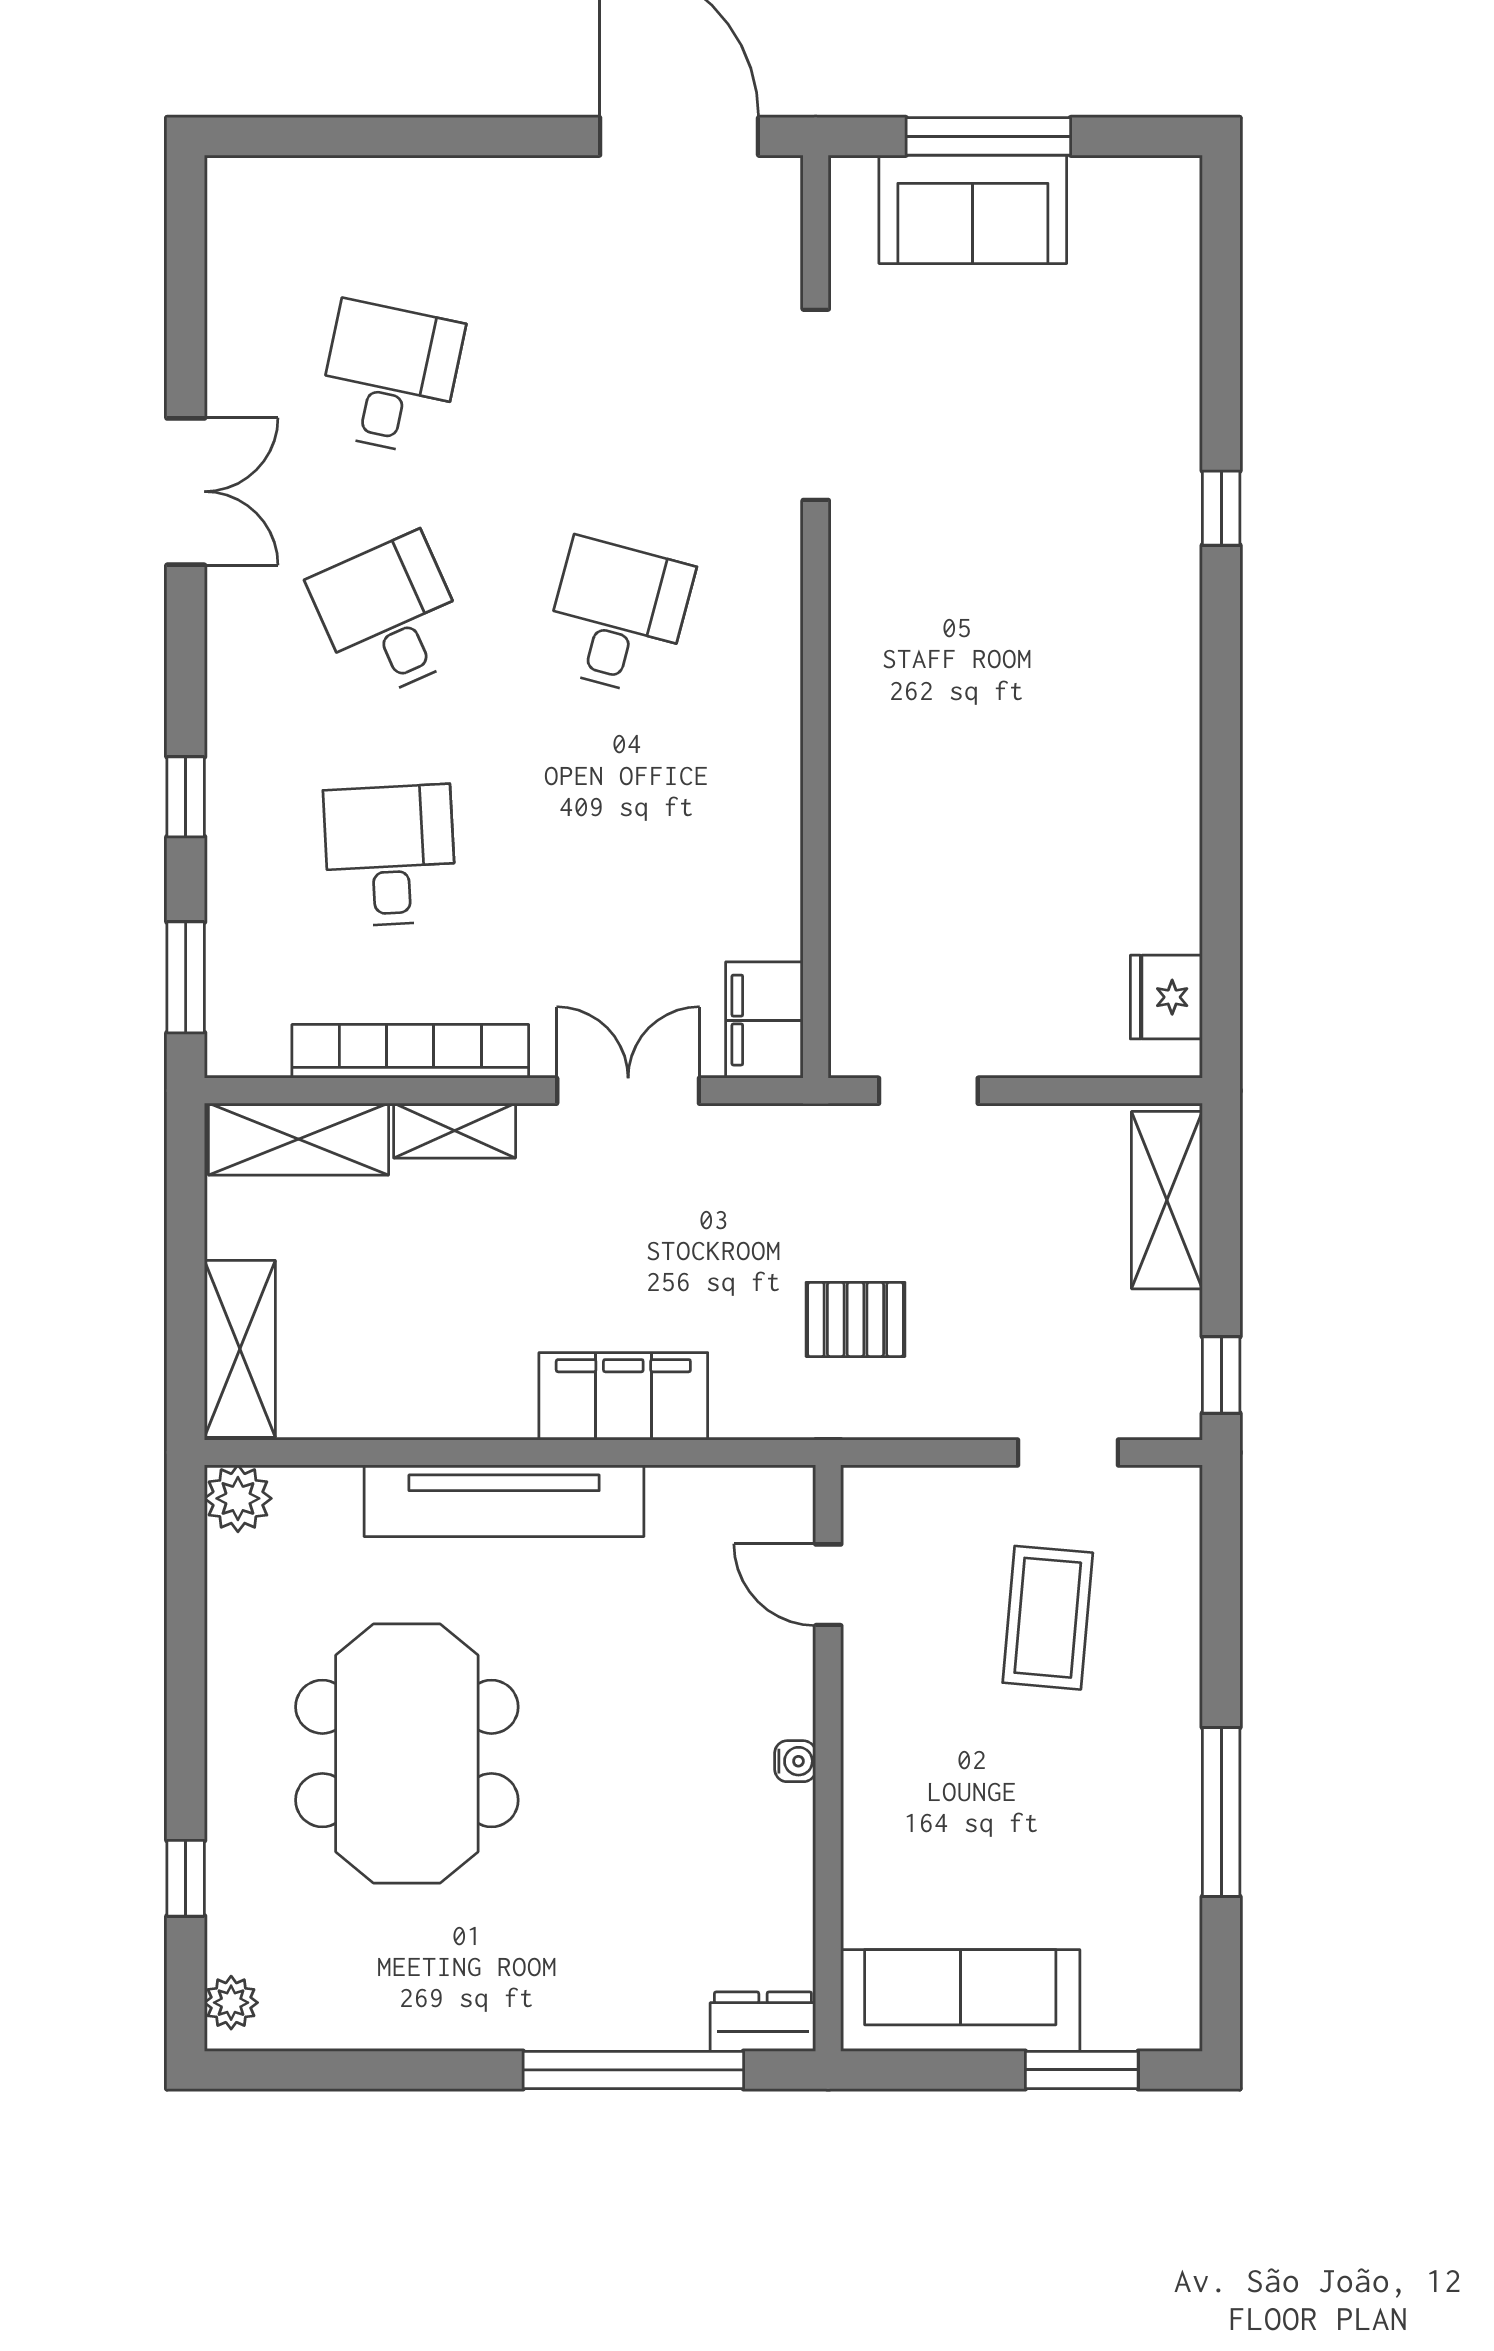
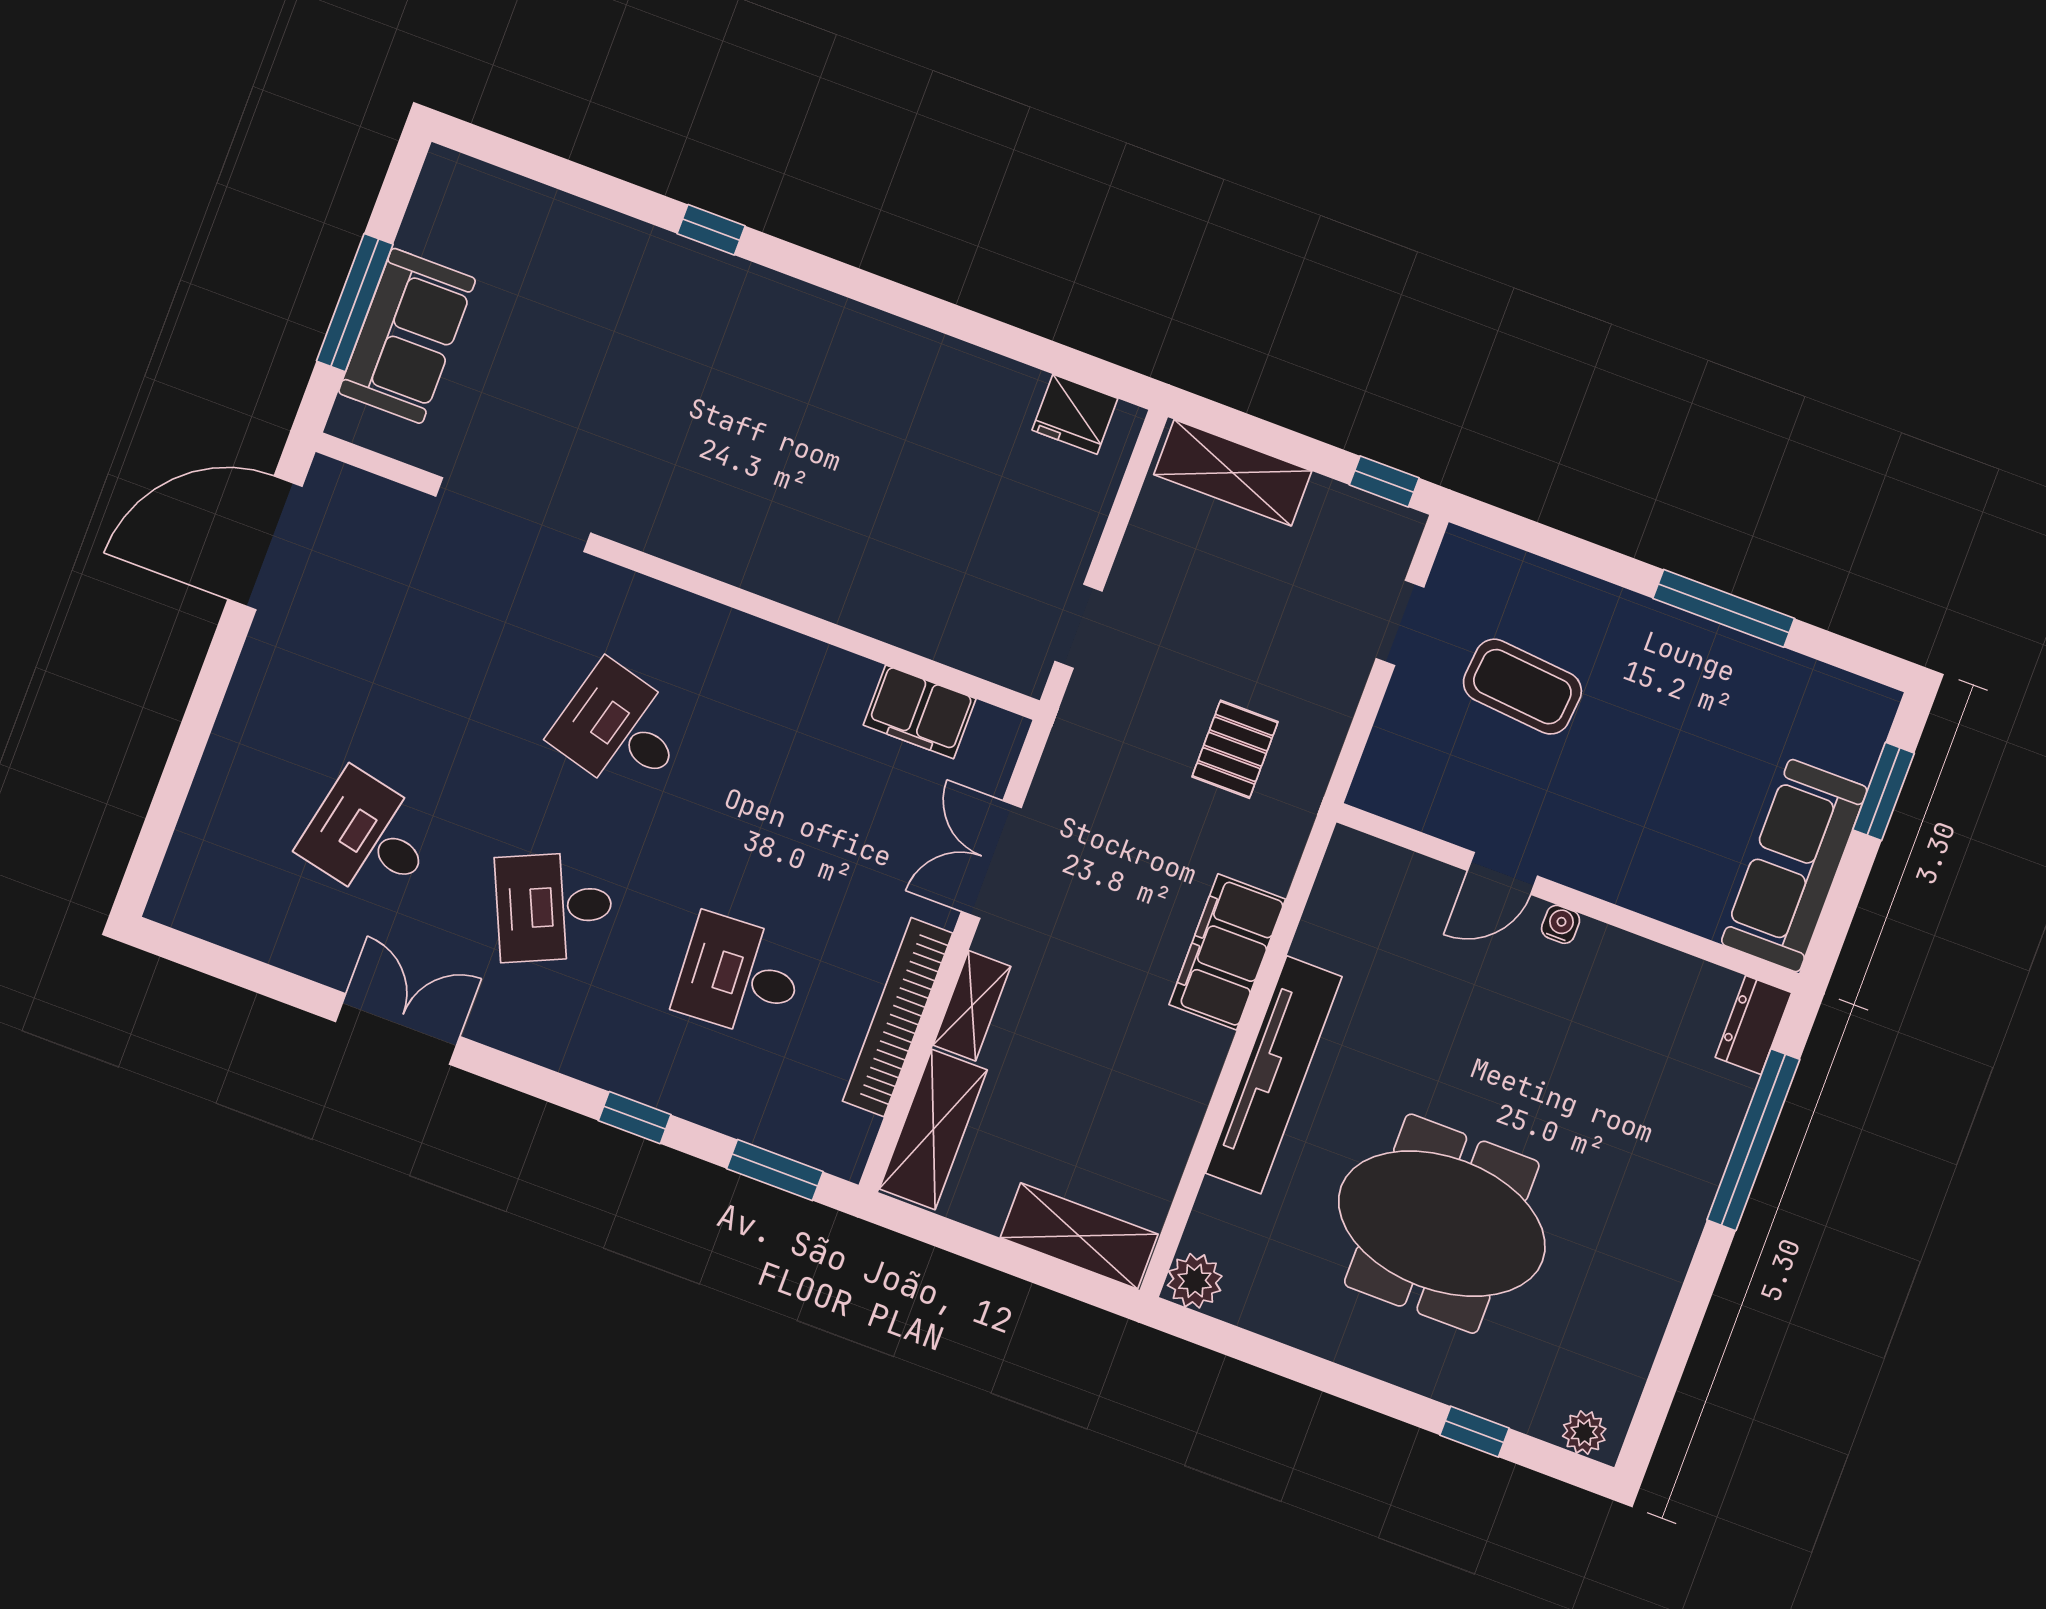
filing cabinet: (764, 1020) -> (920, 712), moved
door: (828, 1585) -> (1502, 873), moved

